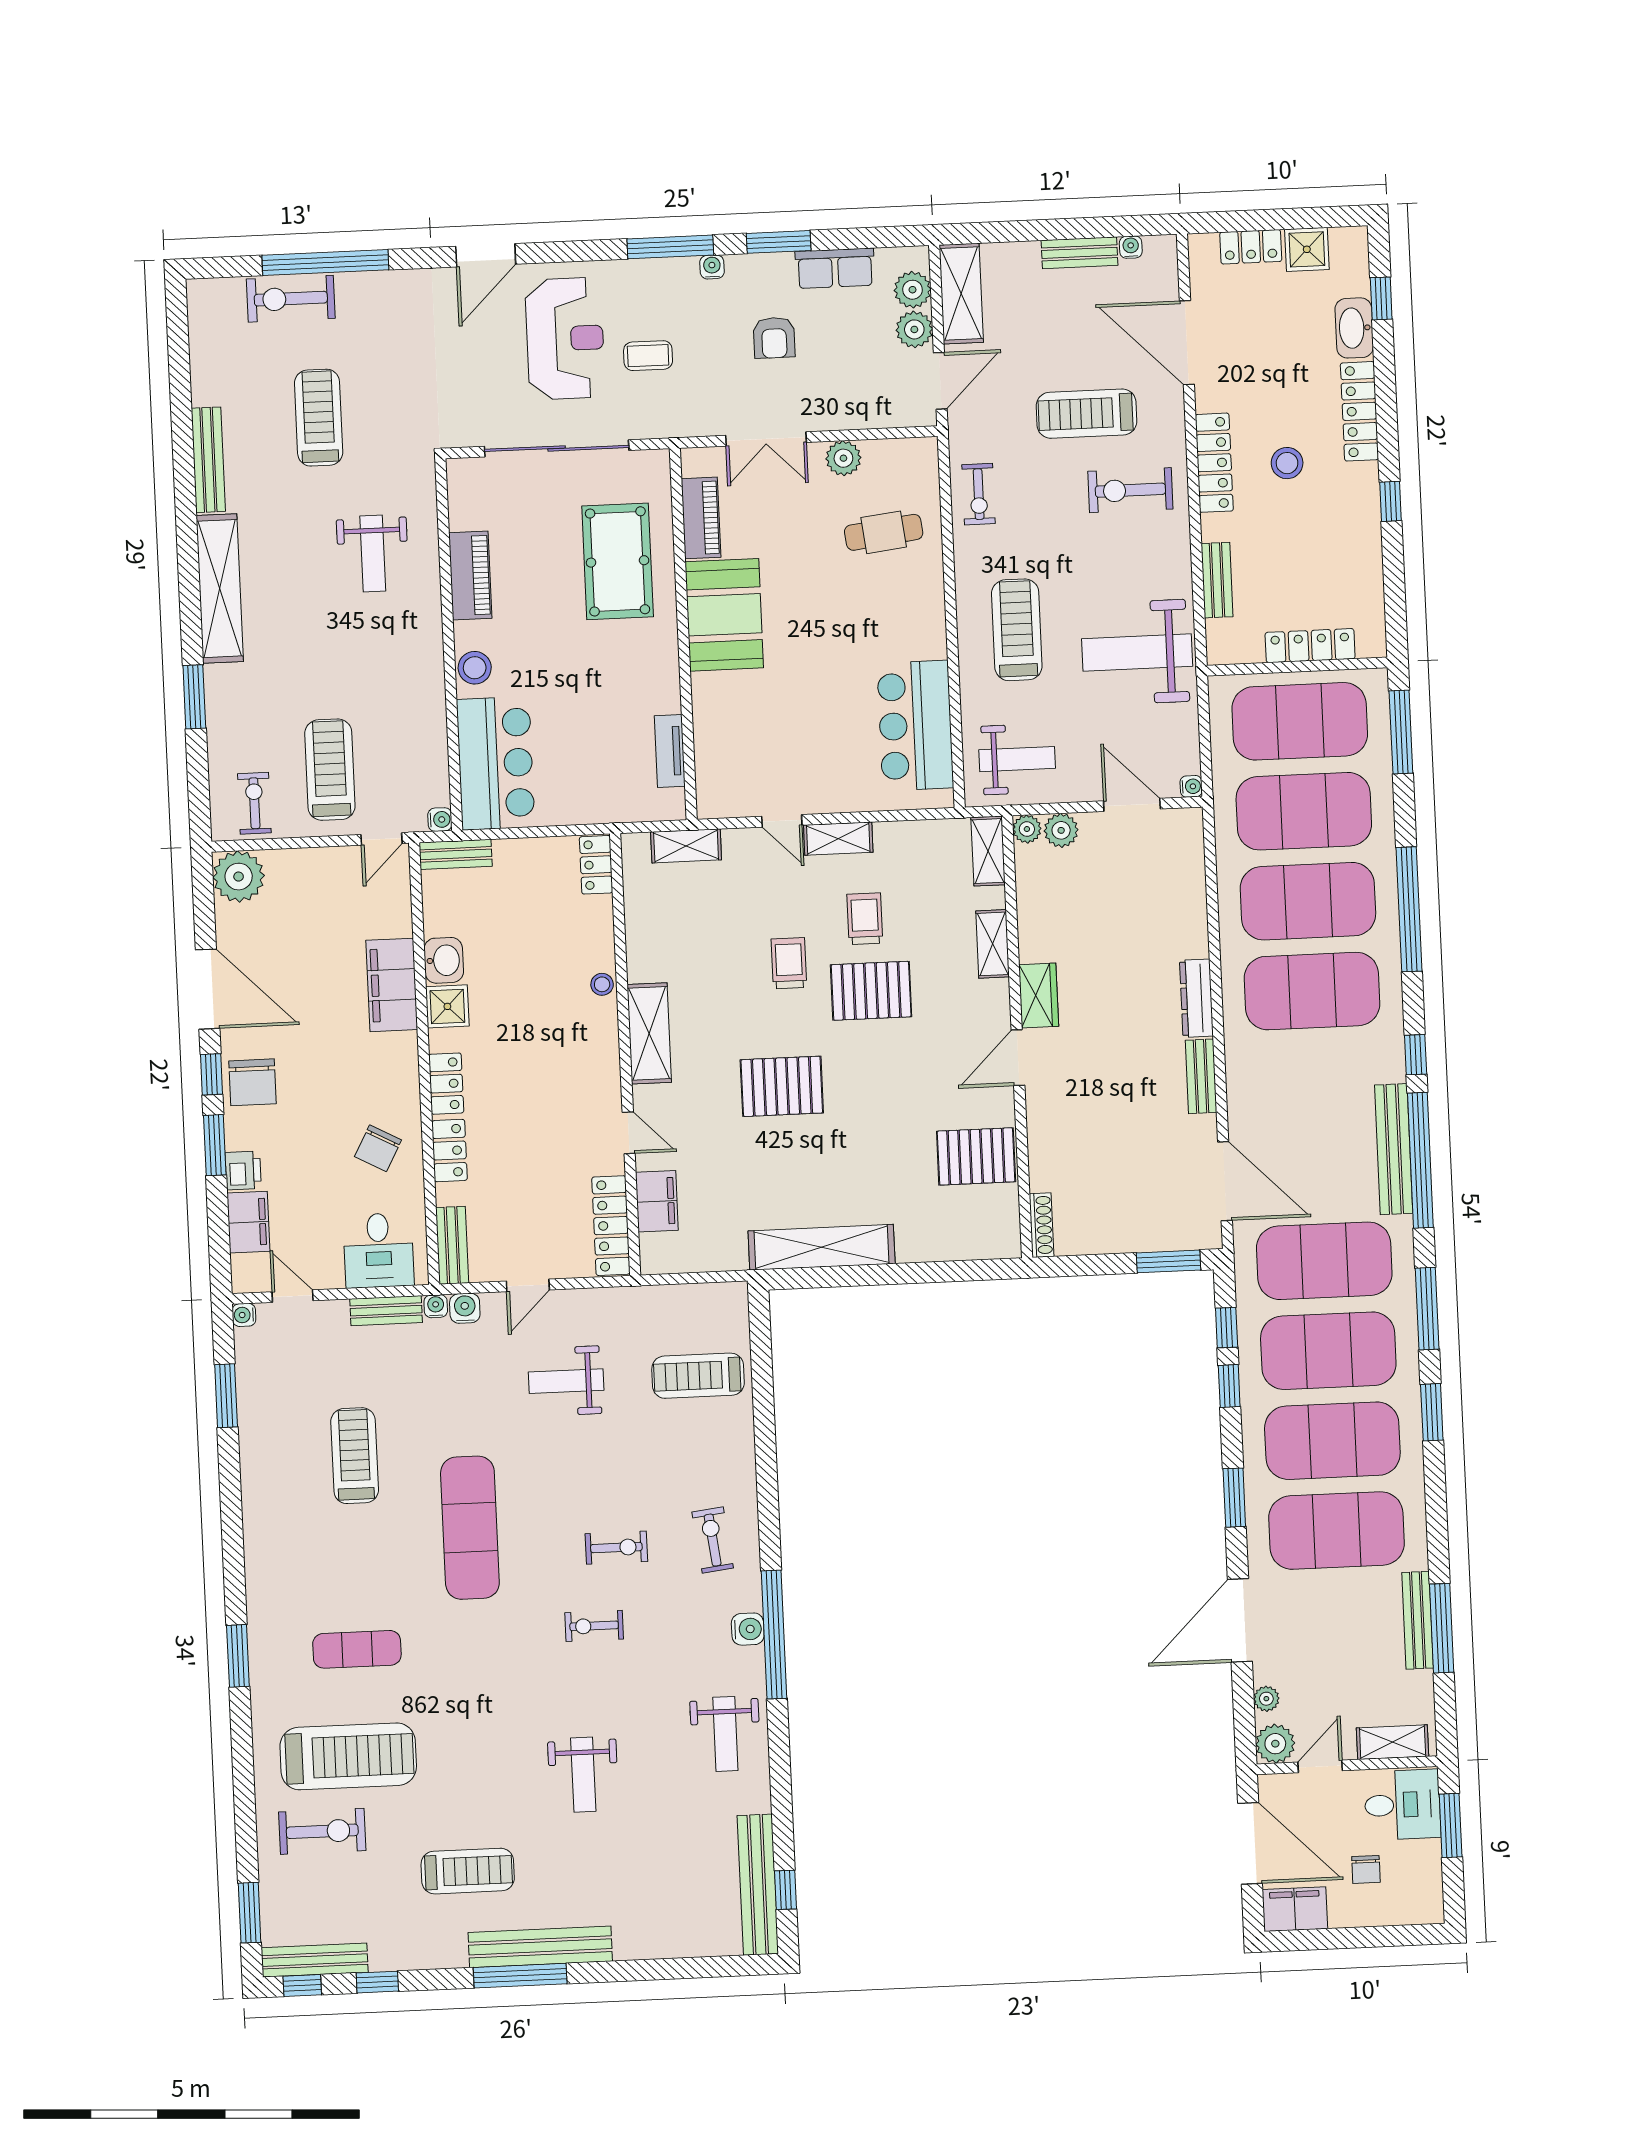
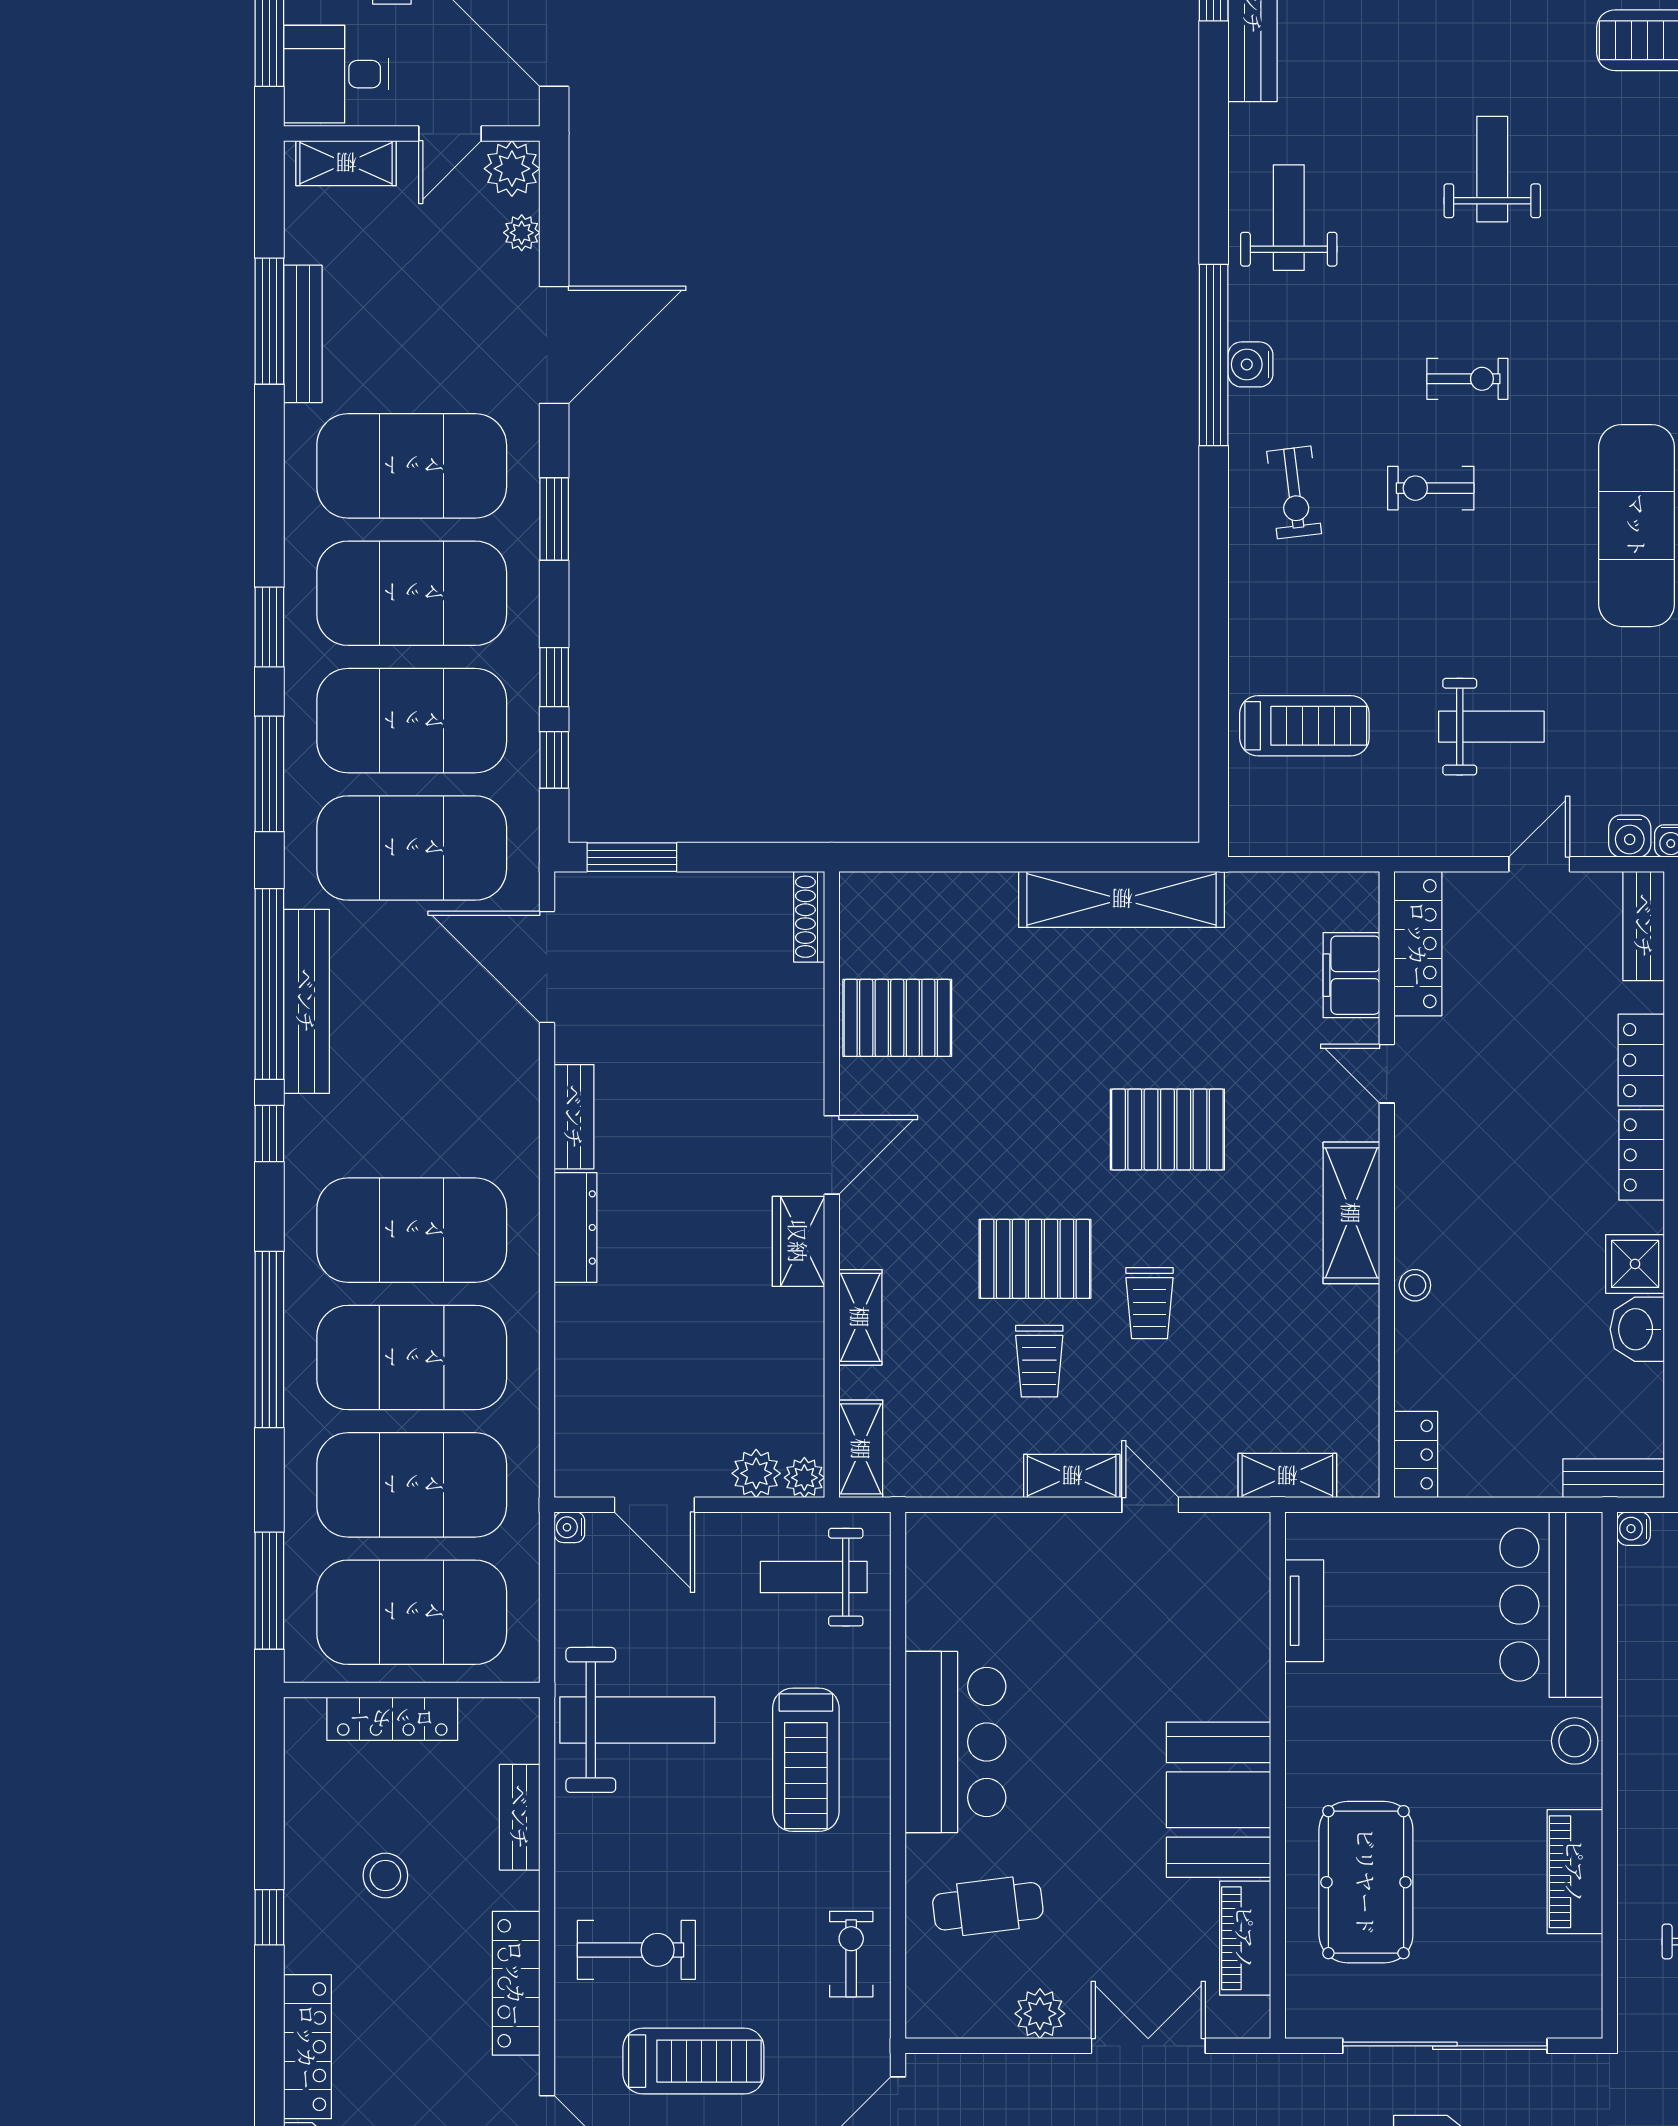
stool: (1287, 463) -> (385, 1876), moved
bar counter: (915, 726) -> (956, 1742), moved

